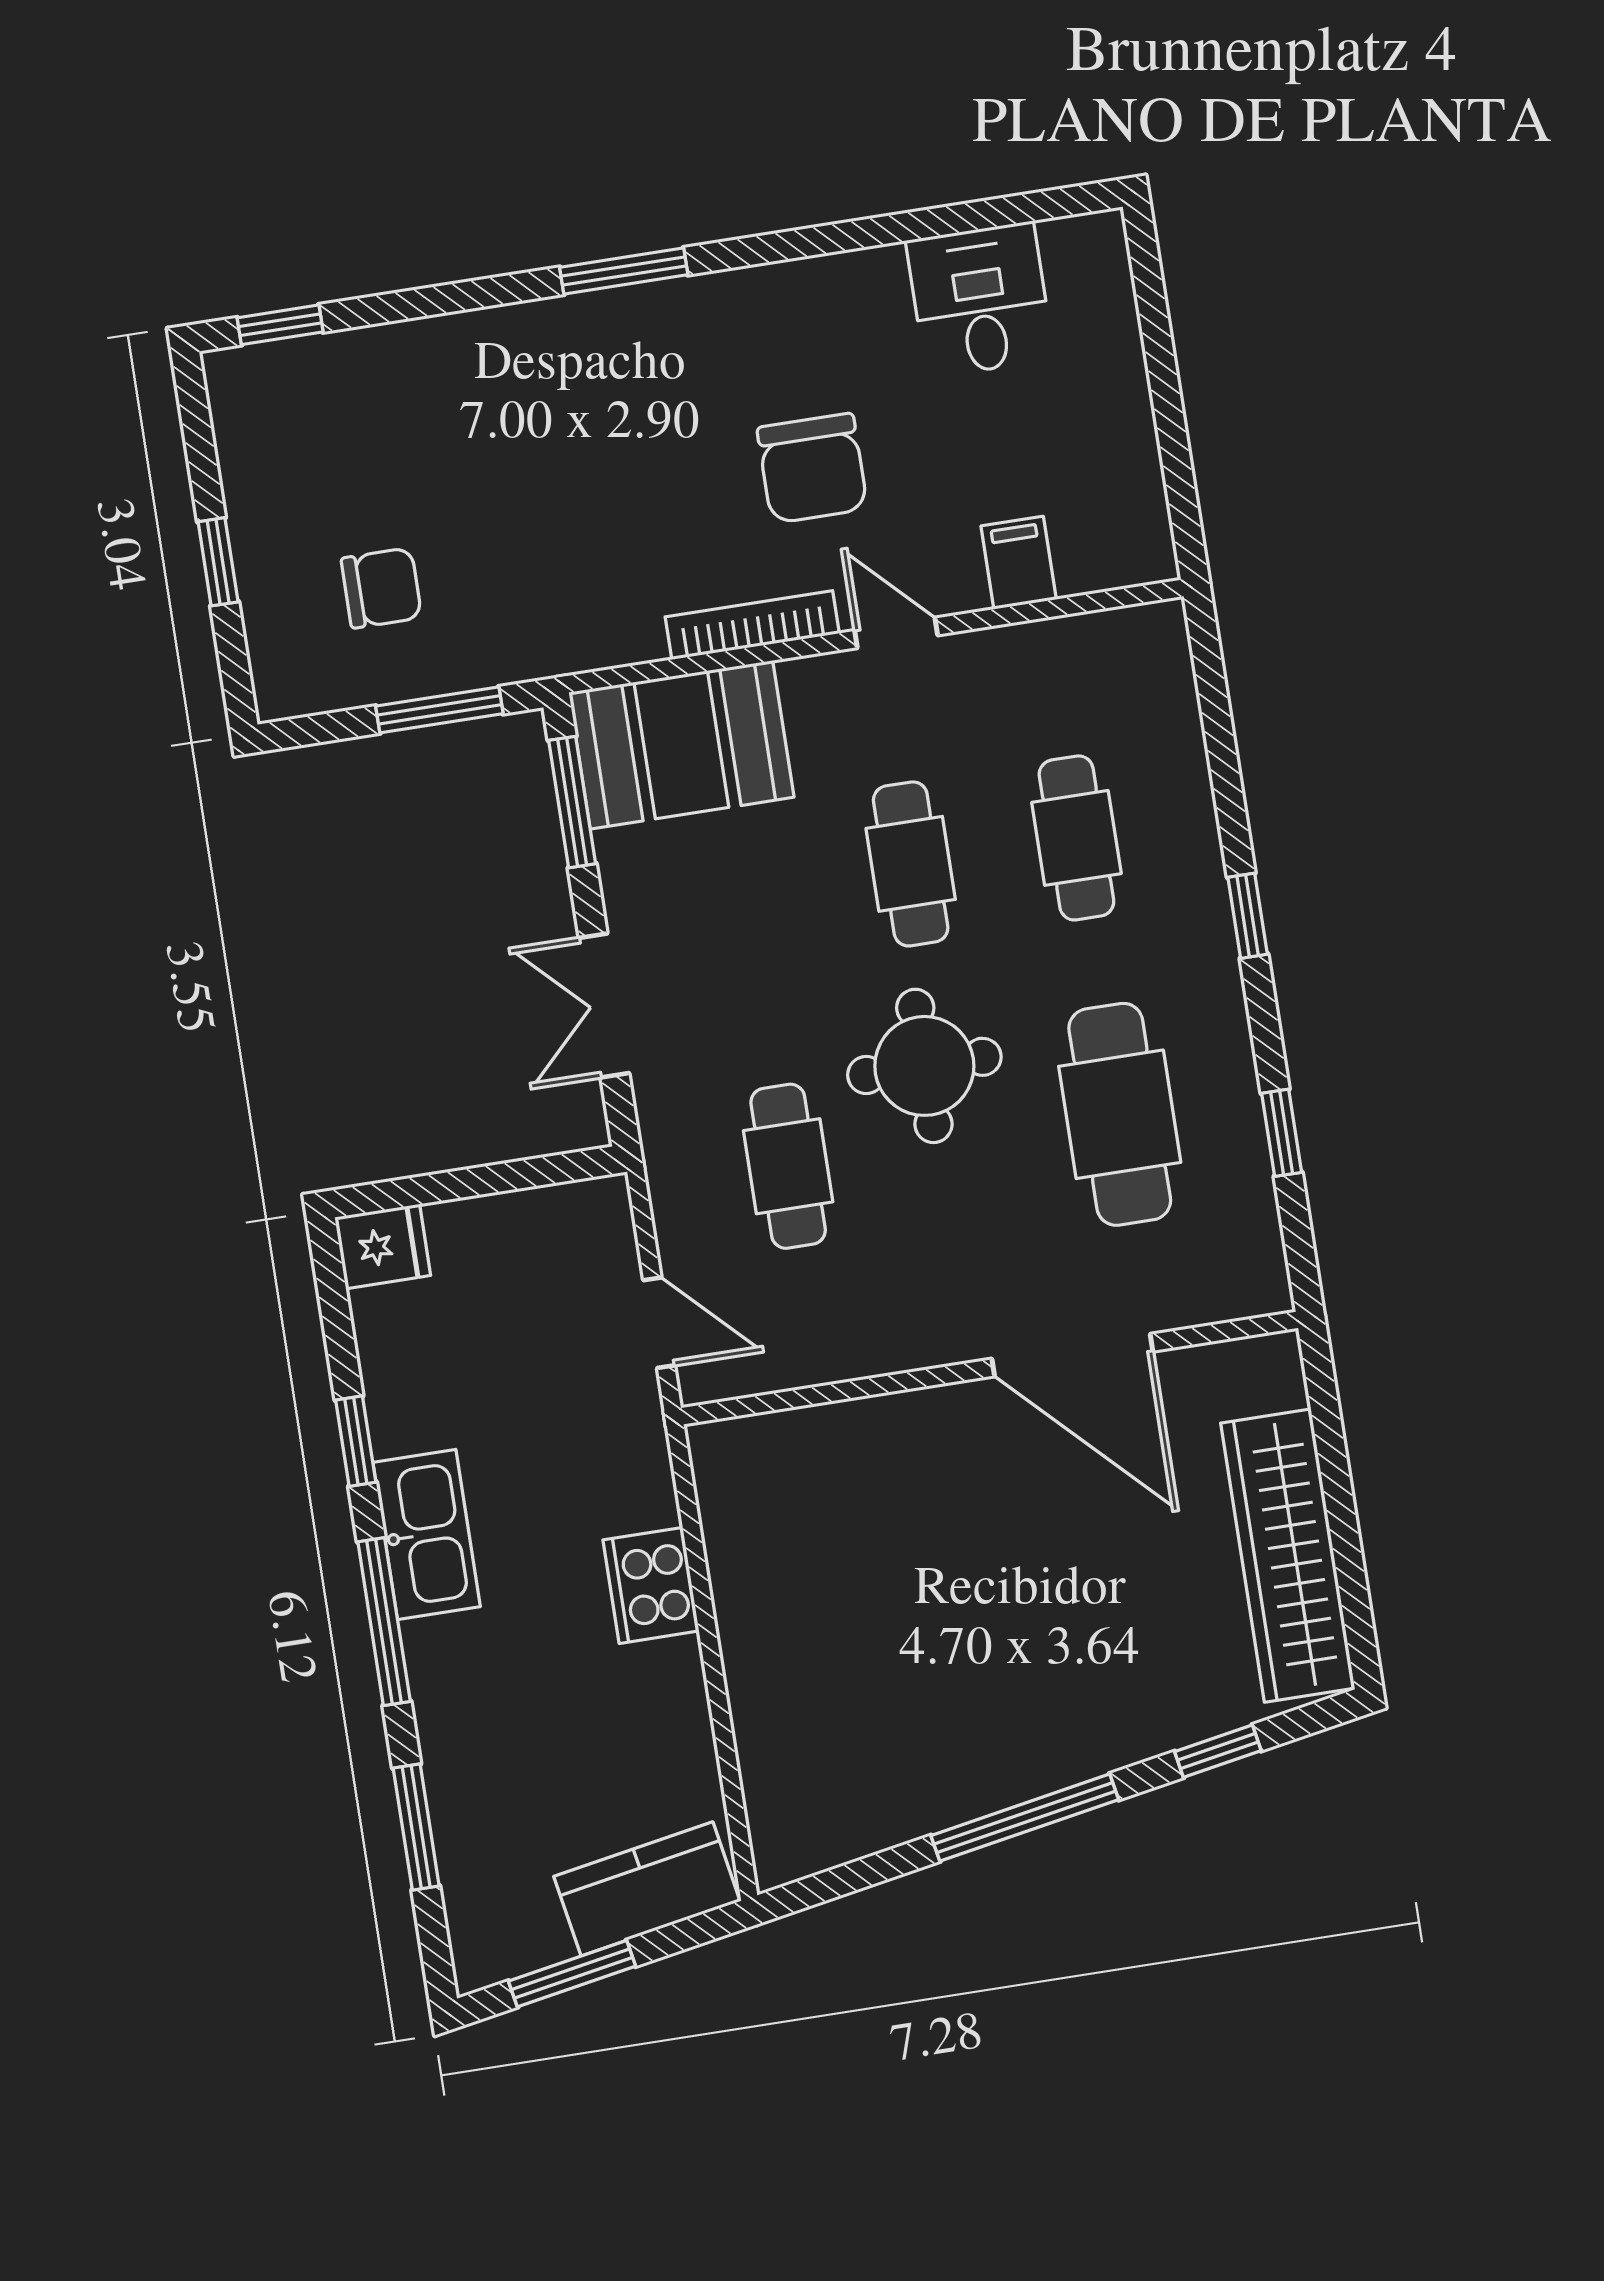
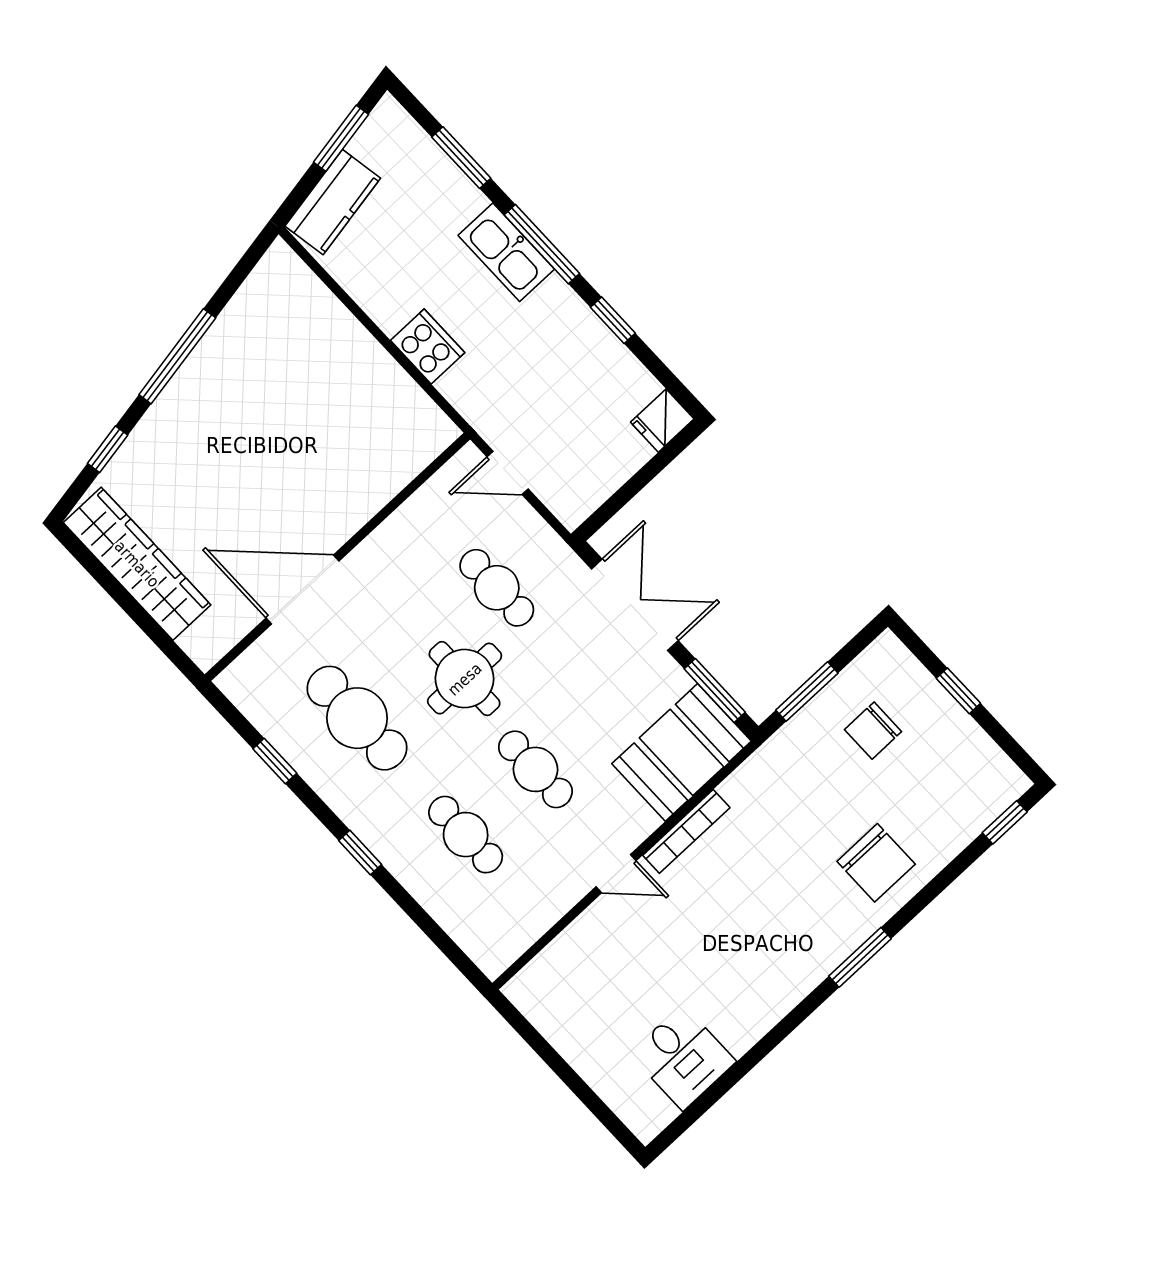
chair: (812, 468) -> (876, 863), moved, turned 180
filing cabinet: (1019, 563) -> (581, 946), removed
double door: (604, 1006) -> (635, 605), width x1.37
kitchen sink: (427, 1534) -> (506, 252), moved

